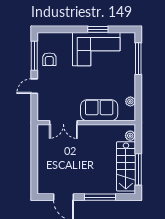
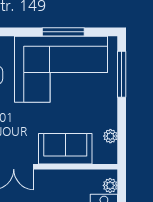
window: (98, 29) -> (63, 32), width x1.44
corner sofa: (96, 49) -> (61, 69), width x1.36, depth x1.36

